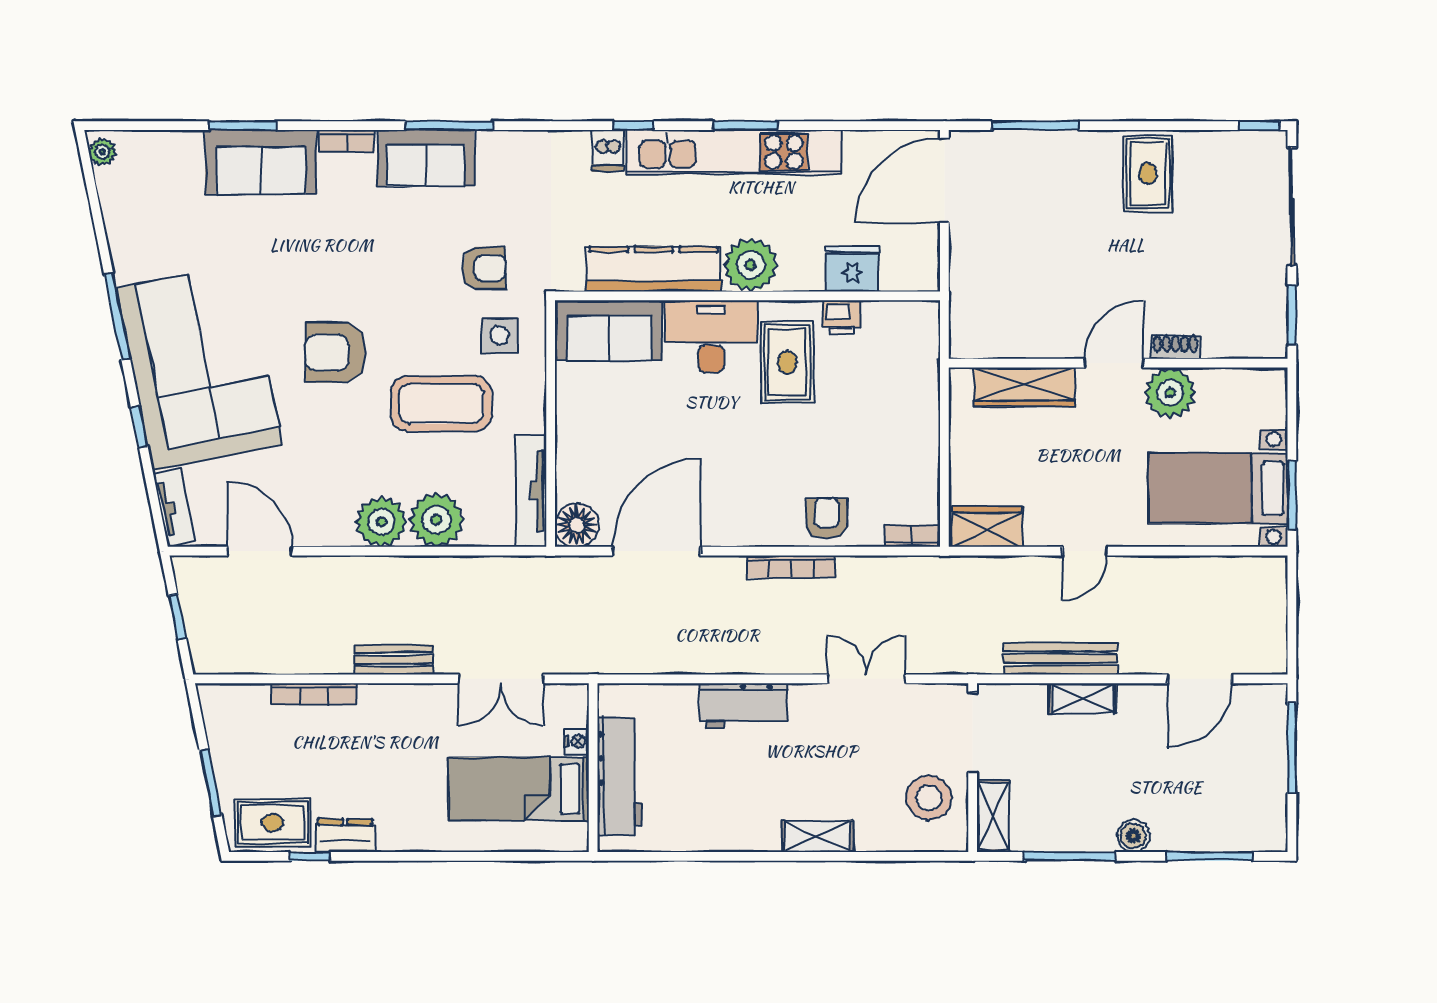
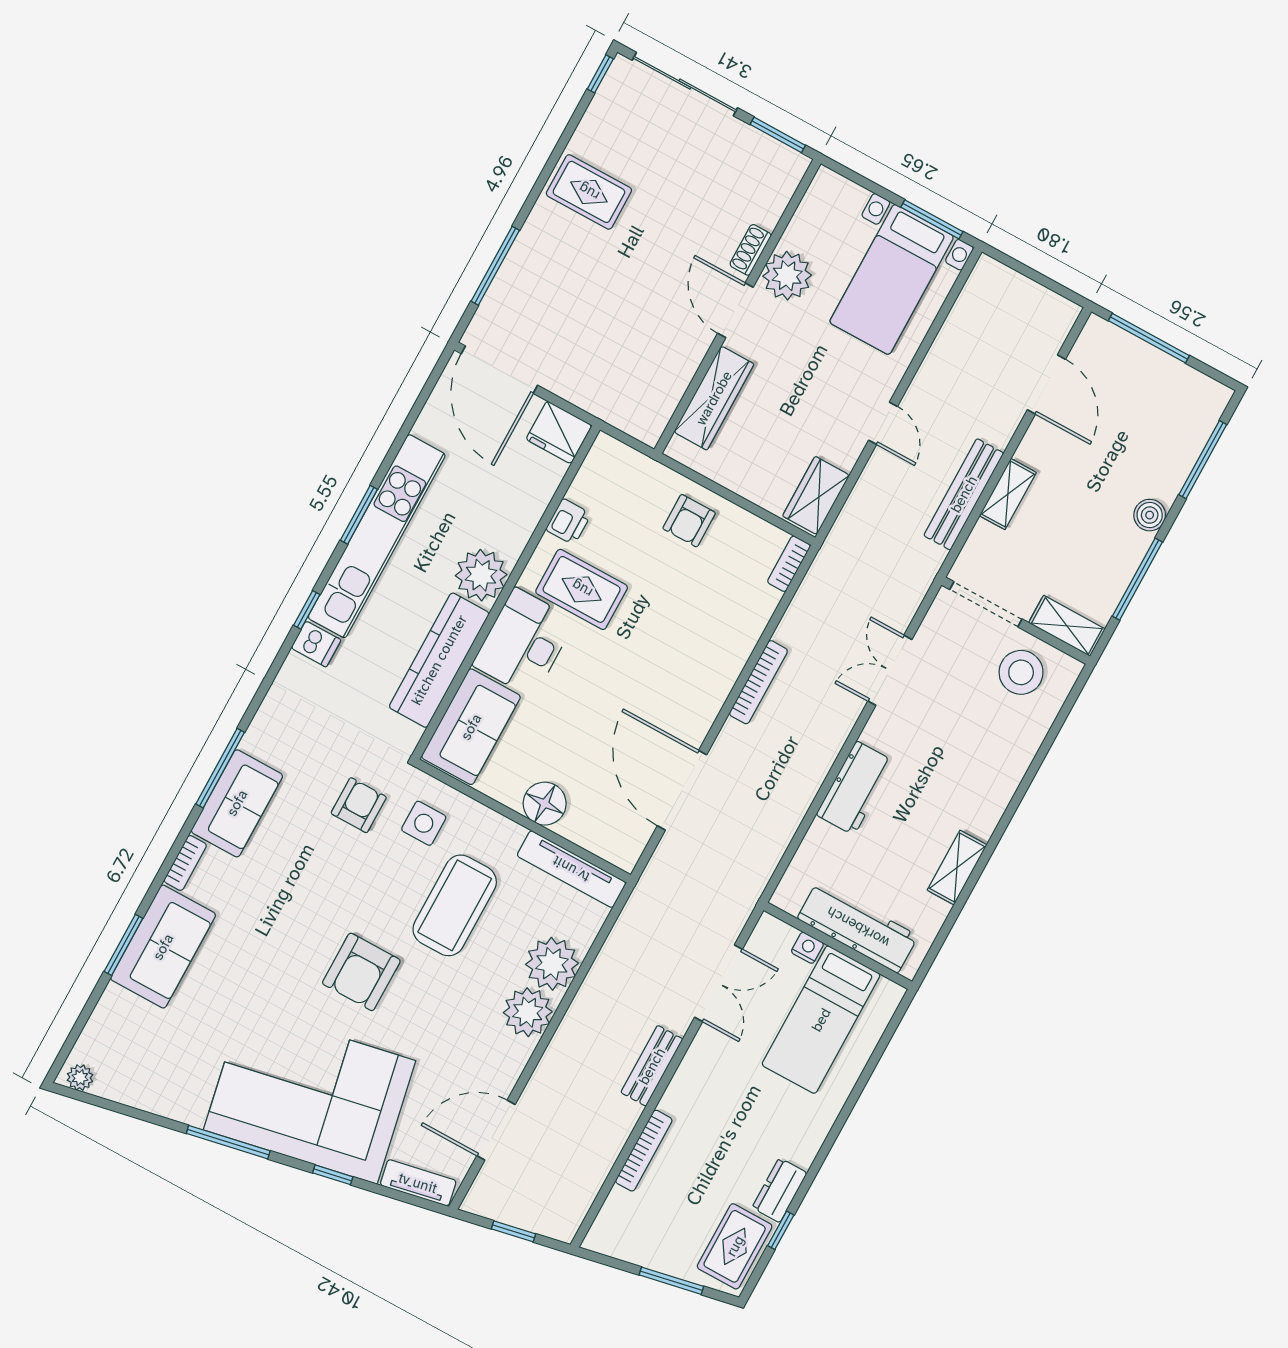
fridge: (852, 269) -> (559, 432), moved, turned -90
armchair: (827, 519) -> (689, 521), moved, turned -90
floor lamp: (577, 525) -> (545, 804), moved
shelving: (817, 836) -> (957, 867), moved

